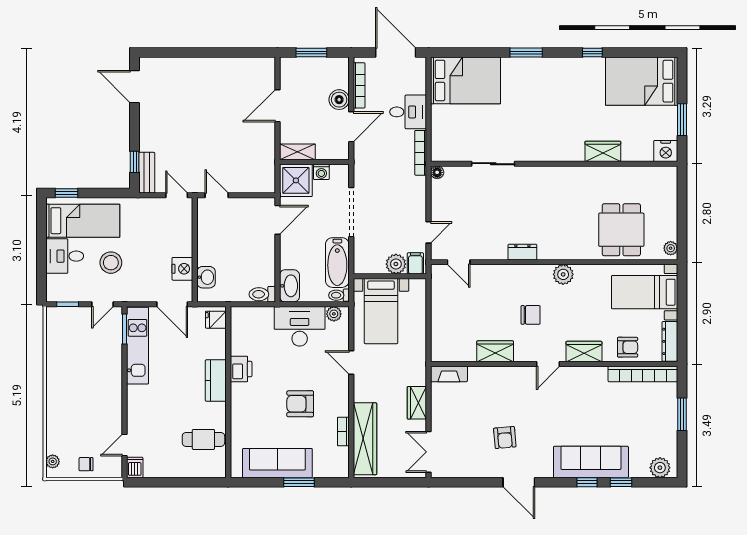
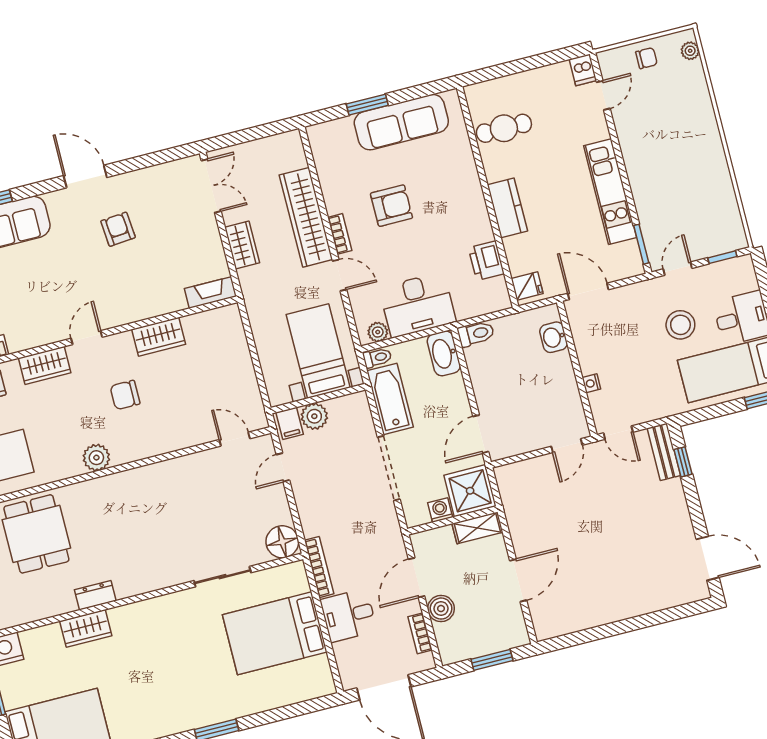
bed: (465, 80) -> (275, 633), moved
bookcase: (359, 85) -> (420, 633), width x0.64
floor lamp: (437, 172) -> (282, 542), width x1.89, depth x1.89
door: (217, 195) -> (567, 446), hinge flipped
dresser: (522, 252) -> (95, 595), moved, turned 180
nightstand: (182, 269) -> (591, 383), moved, width x0.53, depth x0.56
kitchen unit: (138, 346) -> (610, 192), moved
printer: (241, 369) -> (486, 261), moved
bookcase: (343, 431) -> (340, 234), moved
wardrobe: (365, 439) -> (306, 217), moved

